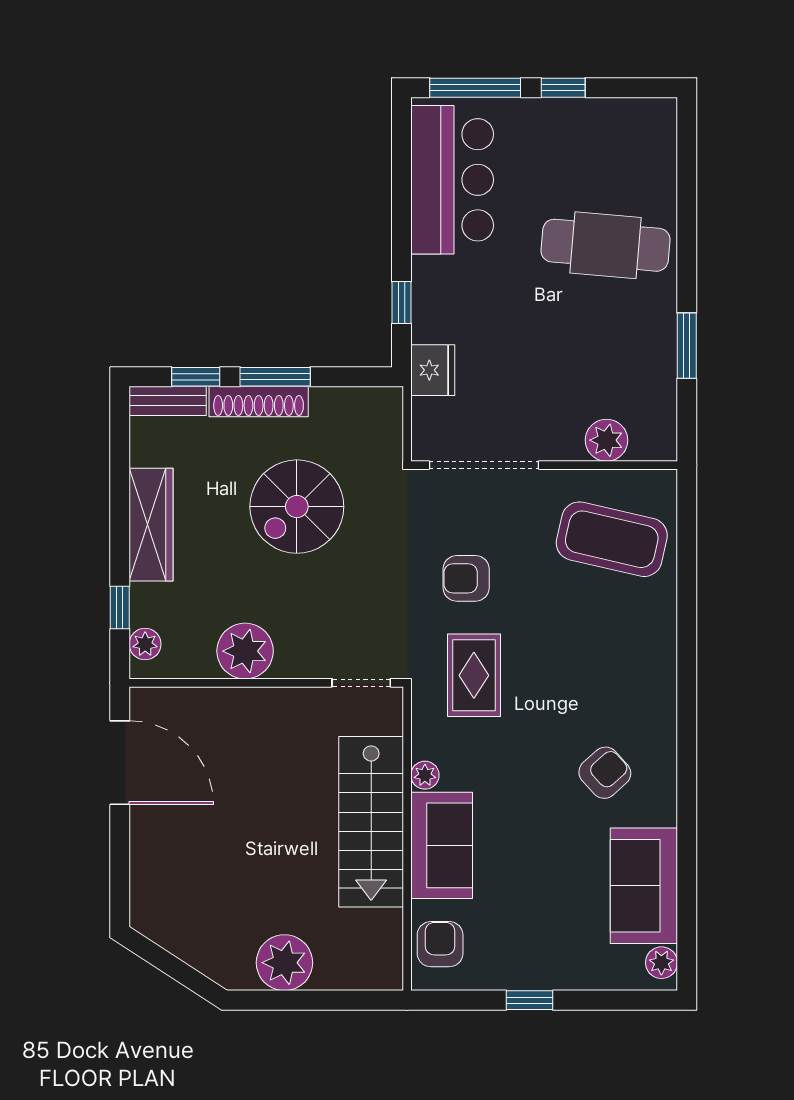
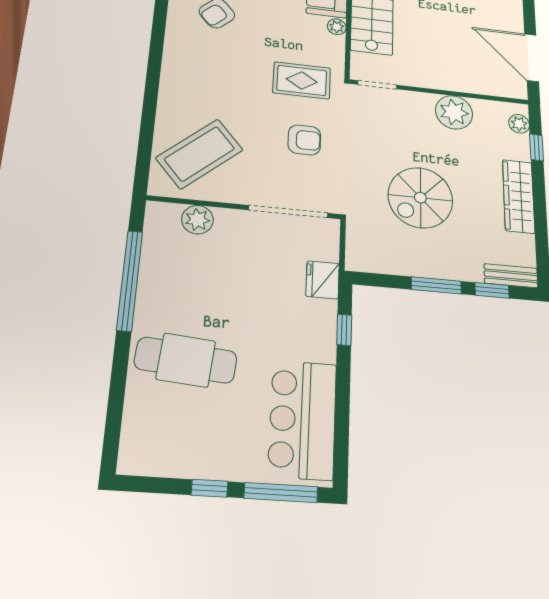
window: (687, 346) -> (130, 280), width x2.11
shoe rack: (259, 401) -> (448, 270), removed
spiral stairs: (297, 507) -> (420, 198), turned 180
coffee table: (612, 539) -> (199, 154), turned -54
rug: (474, 675) -> (302, 80), turned 90

